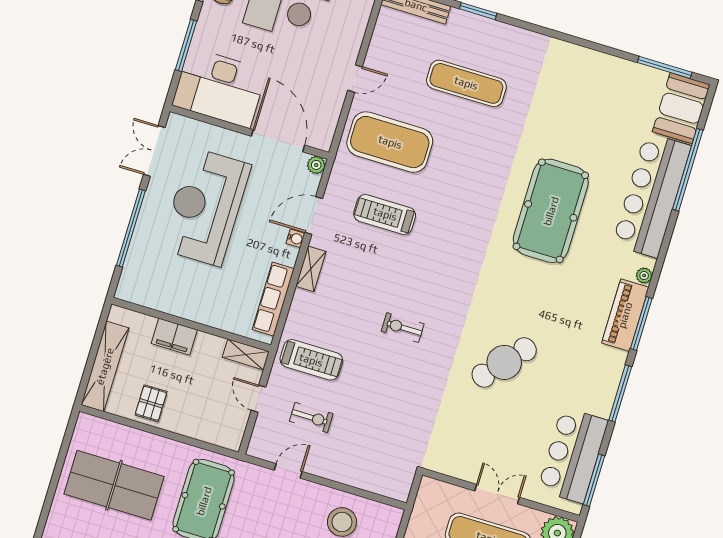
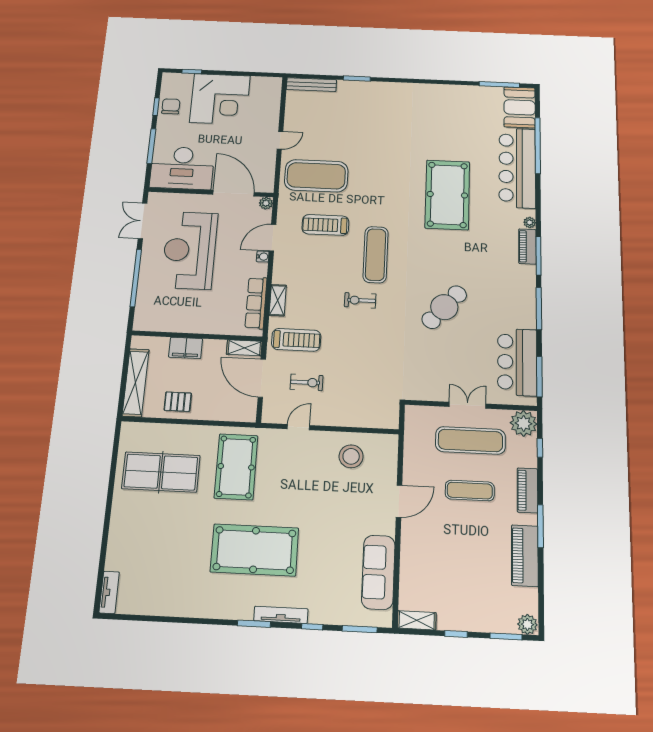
exercise mat: (466, 83) -> (376, 255), moved, turned 90
shelving: (311, 269) -> (278, 300), moved
piano: (625, 315) -> (527, 246), width x0.73, depth x0.75
door: (258, 399) -> (262, 378), width x1.87
pallet: (151, 403) -> (178, 402), turned 90

